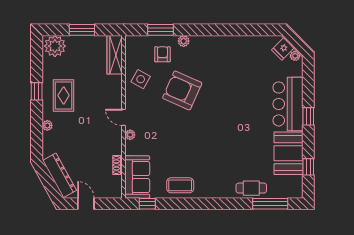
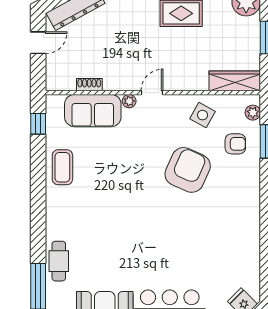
plant: (184, 41) -> (253, 113), moved
sofa: (137, 177) -> (93, 111), moved

